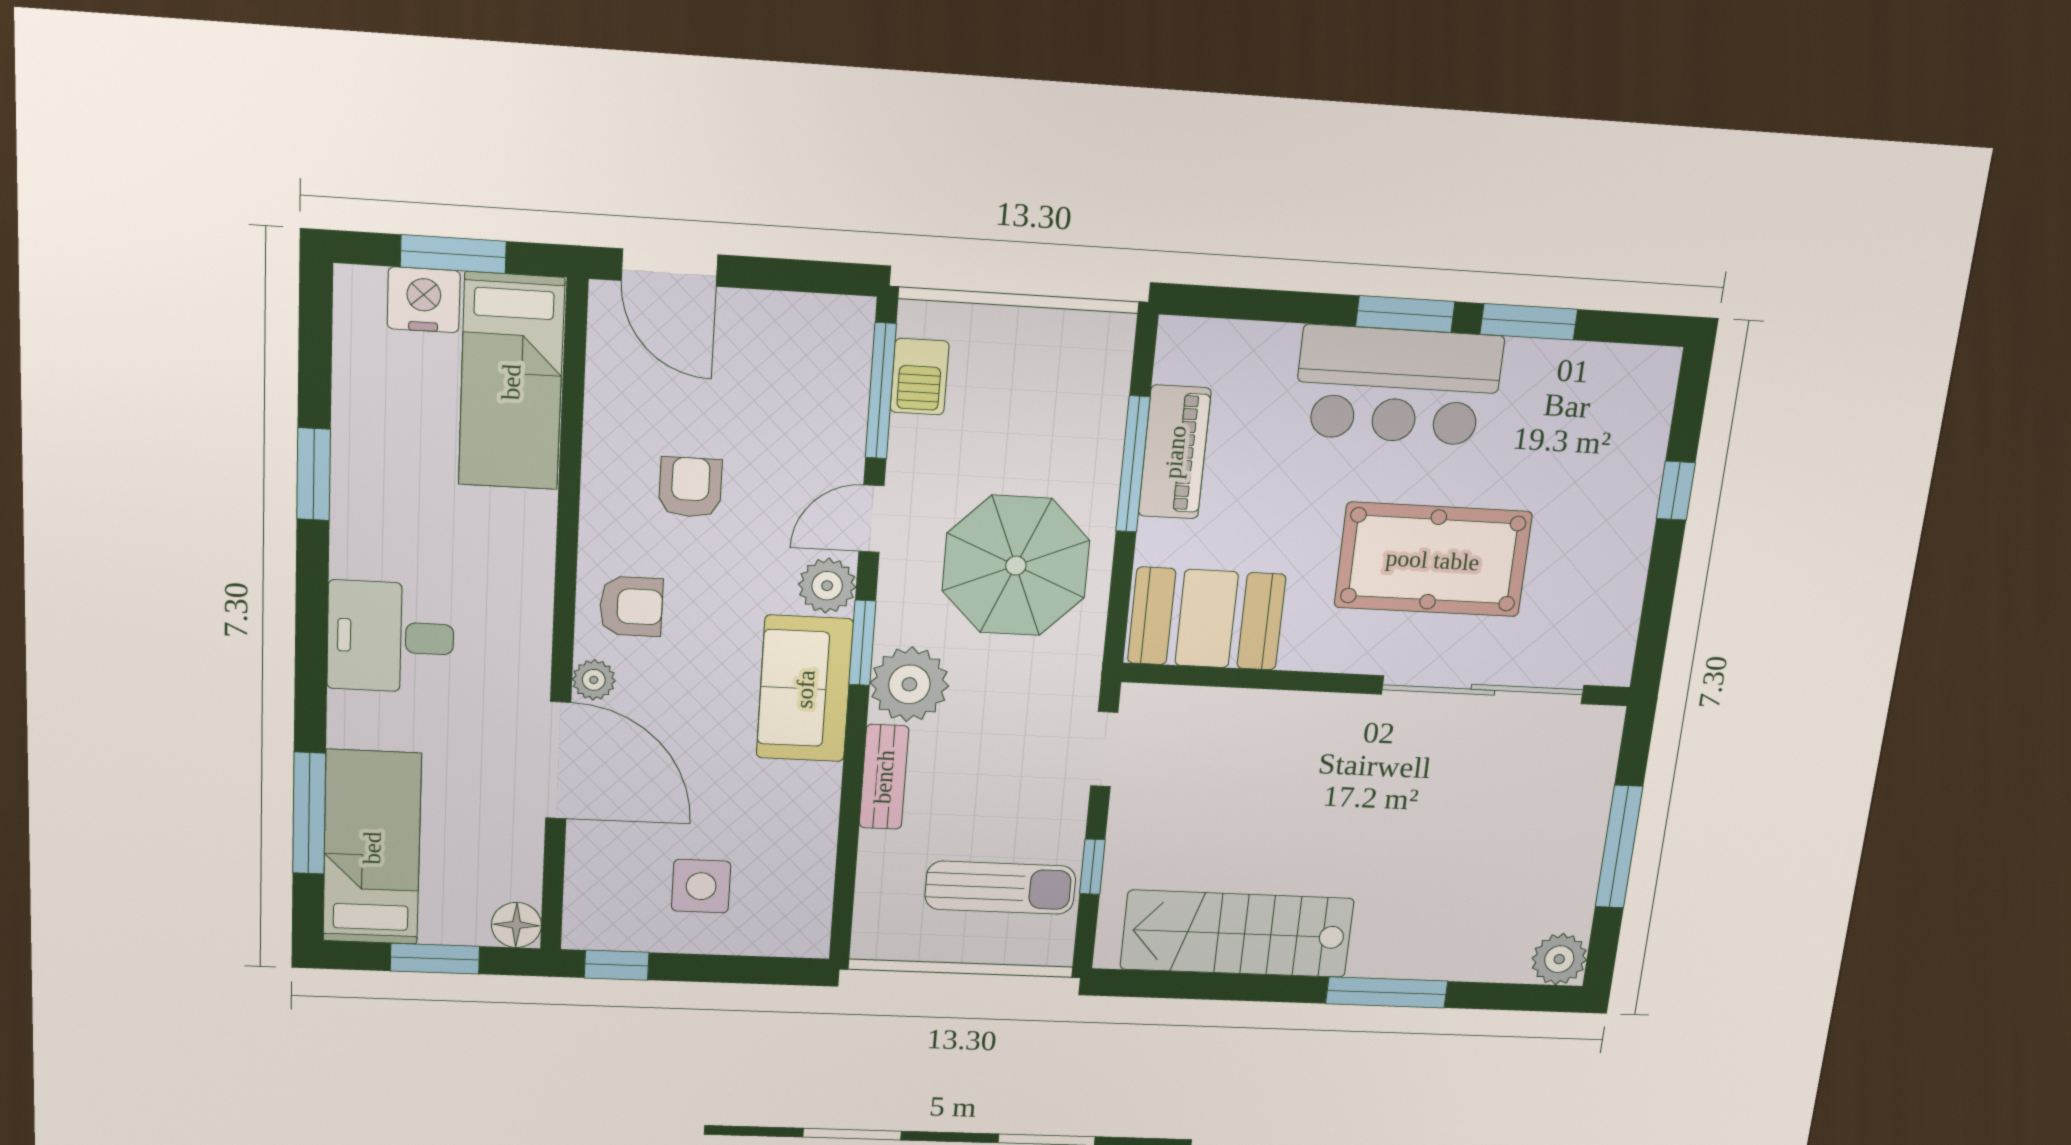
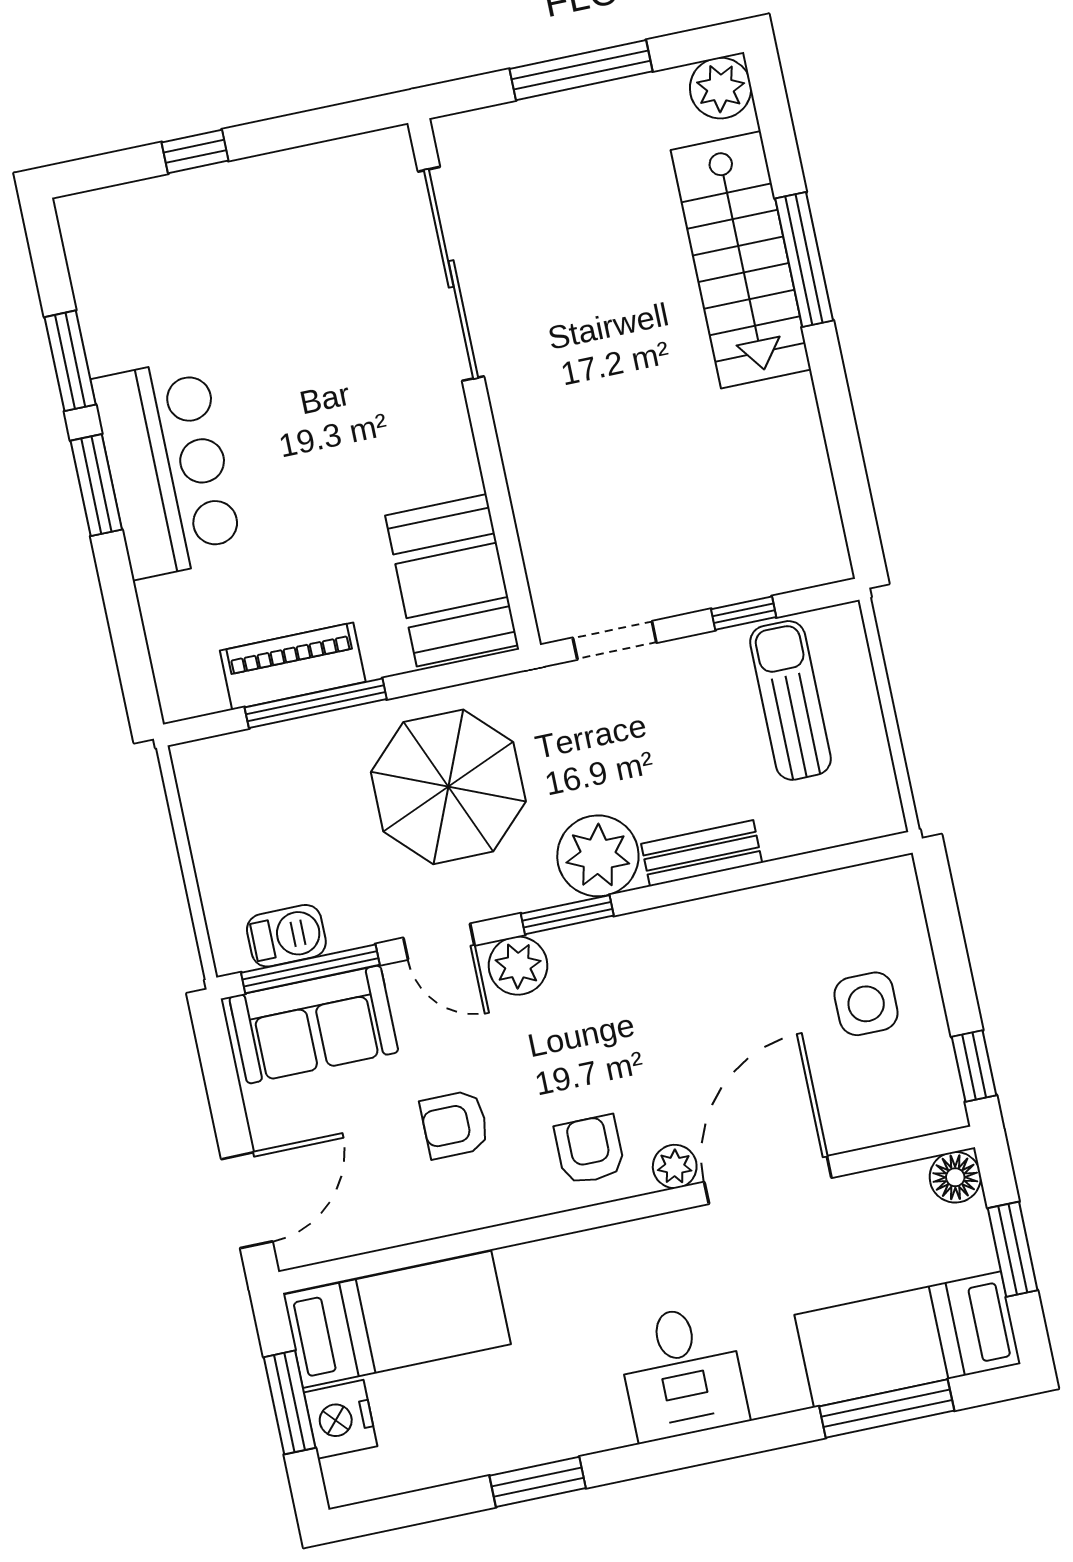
pool table: (1433, 560) -> (331, 372), removed
sofa: (805, 689) -> (314, 1025), moved
stairs: (1237, 934) -> (741, 260), moved

